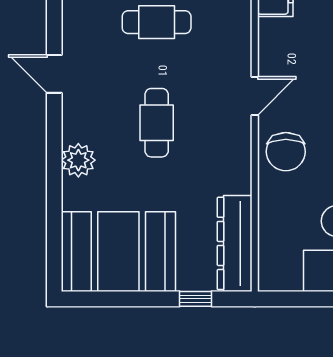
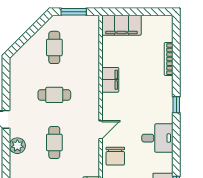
plant: (78, 160) -> (17, 146), moved

